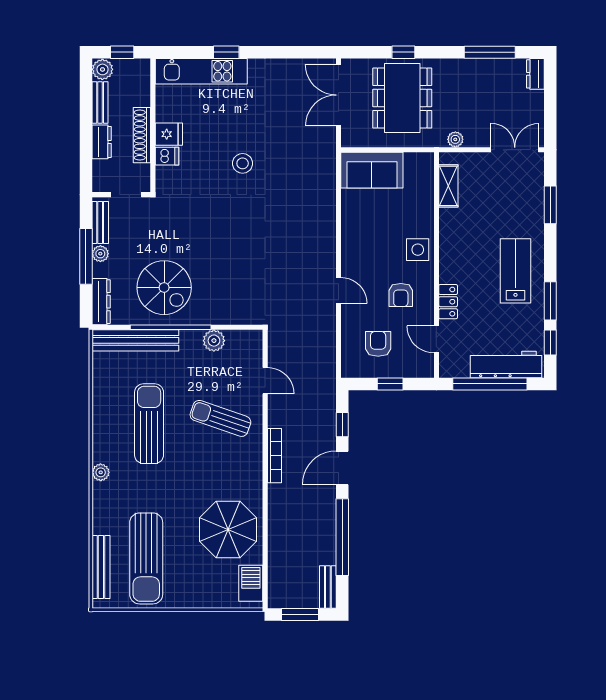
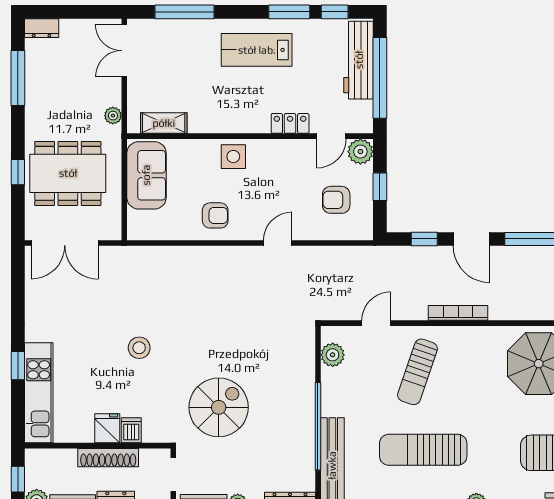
sofa: (372, 170) -> (146, 175), moved
window: (550, 205) -> (184, 12), width x1.44
spiral stairs: (164, 288) -> (219, 407), moved
armchair: (401, 295) -> (215, 215), moved
plant: (214, 341) -> (333, 355), moved
plant: (422, 366) -> (360, 152), added

